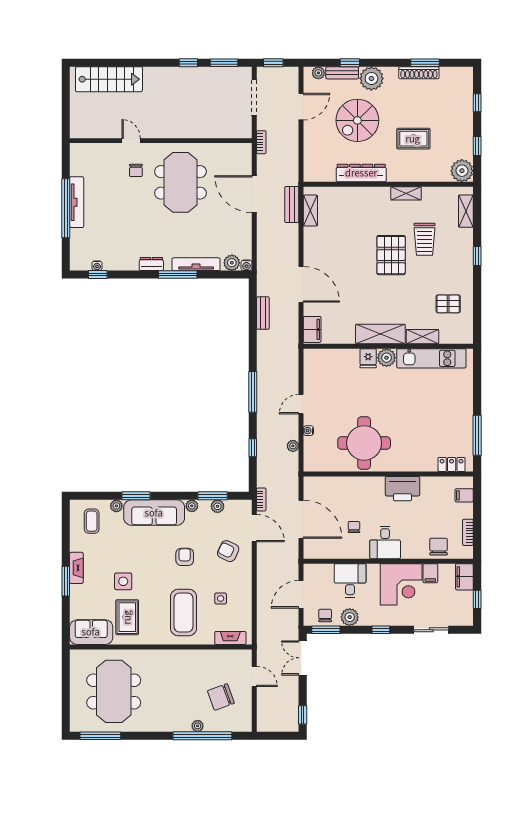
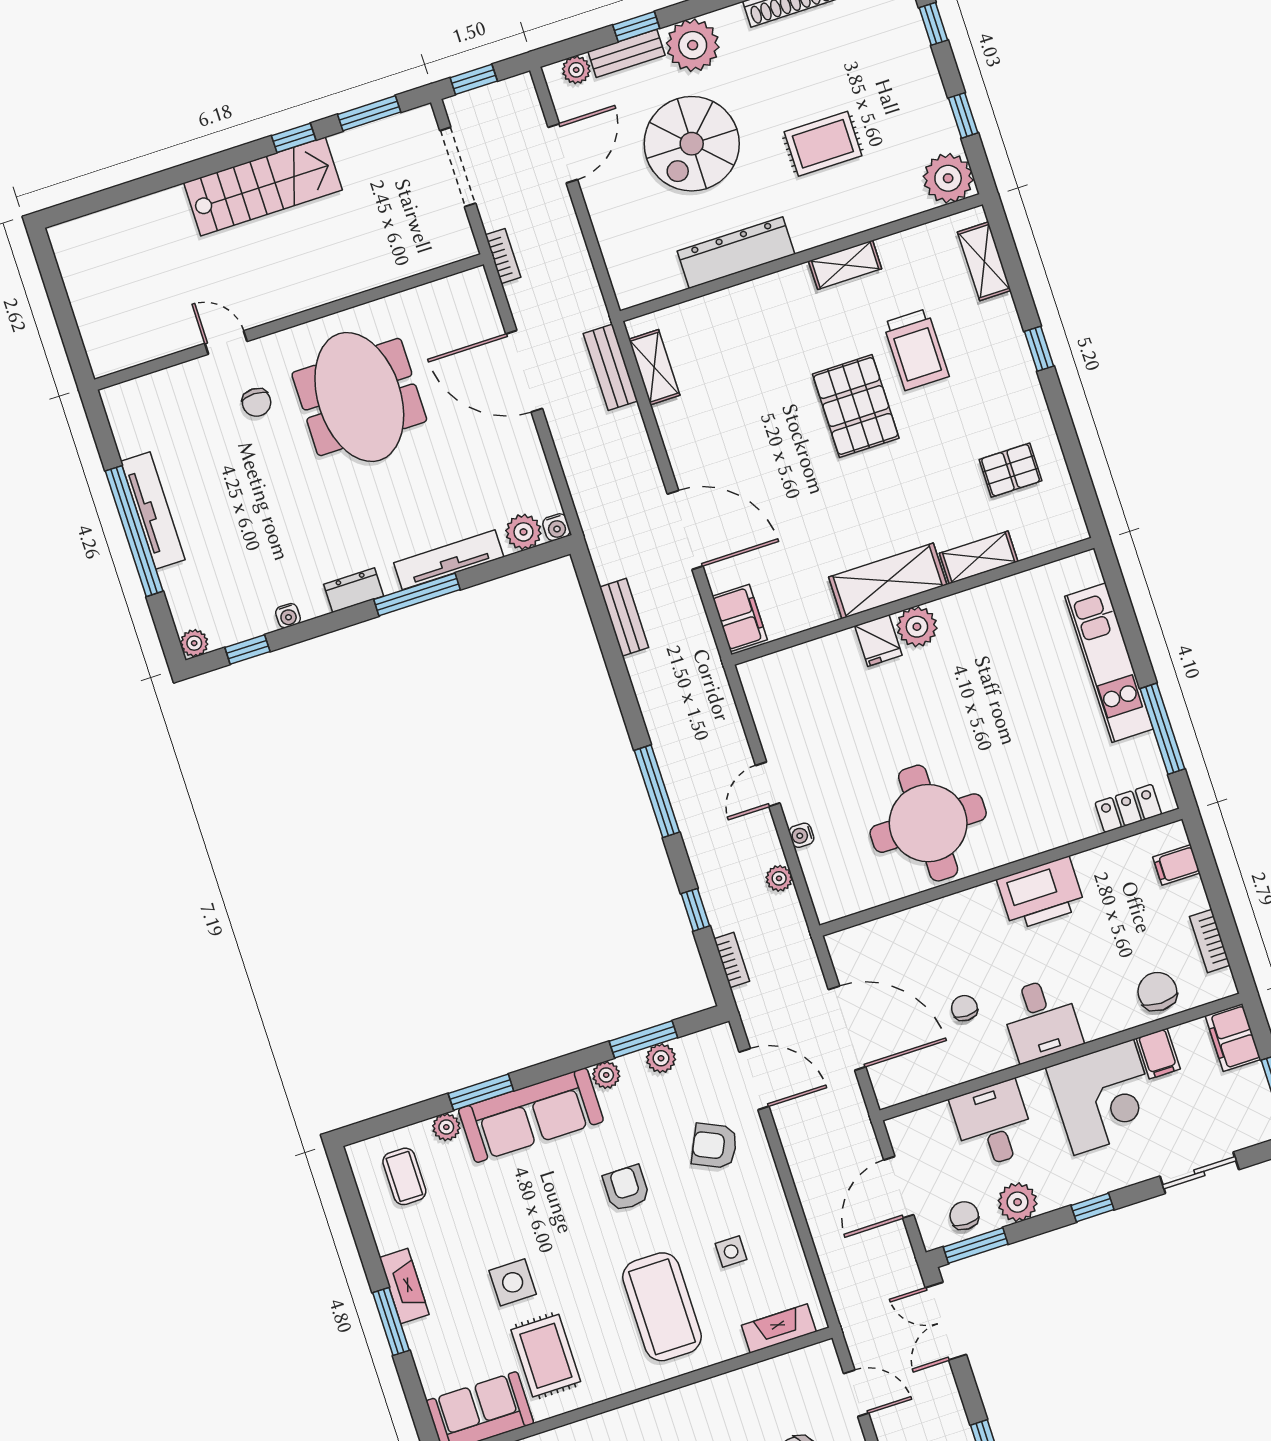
stairs: (109, 79) -> (263, 186), moved
plant: (76, 264) -> (194, 643), added
water cooler: (97, 266) -> (288, 616), moved
kitchen unit: (431, 358) -> (1109, 663), moved, turned 90
bookcase: (261, 499) -> (732, 960), moved

